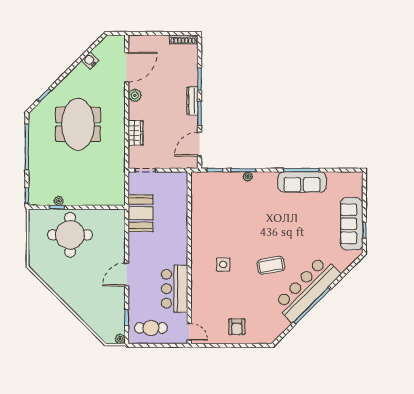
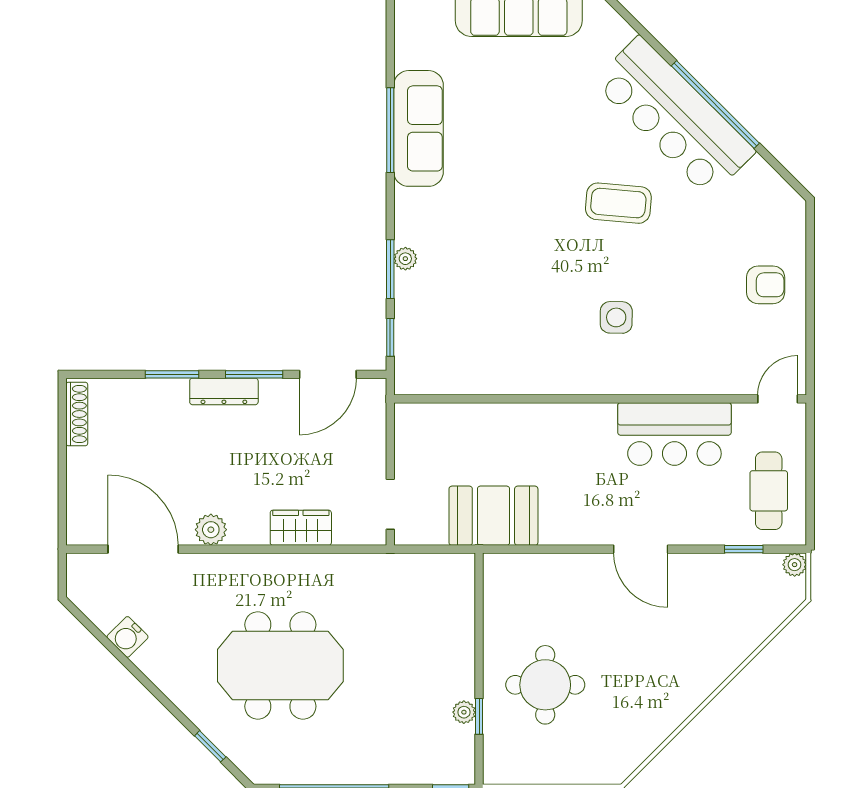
door: (199, 144) -> (328, 374), hinge flipped
round table: (70, 235) -> (545, 685), width x0.73, depth x0.73
coffee table: (271, 265) -> (618, 203), turned -75

